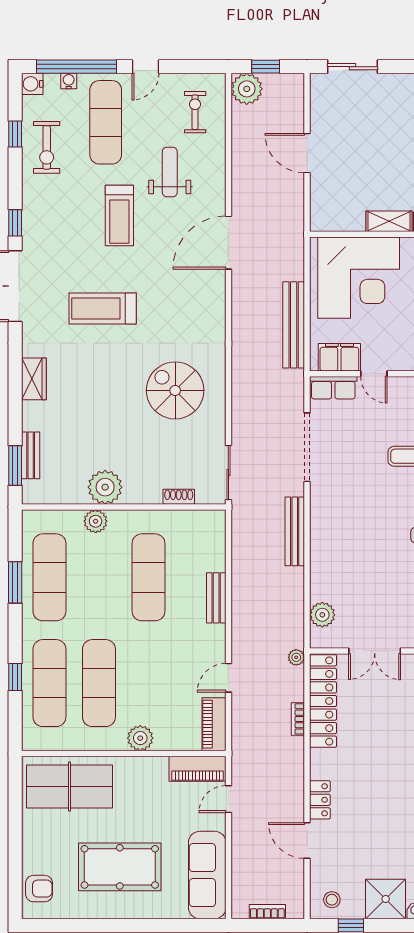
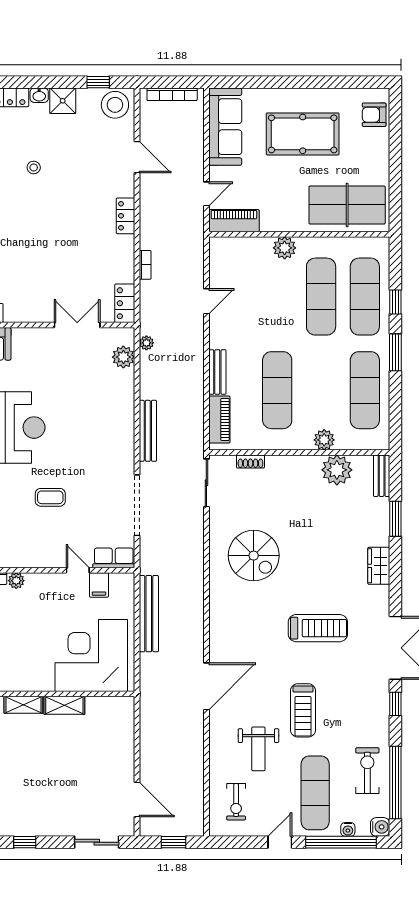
plant: (247, 89) -> (190, 822), removed
window: (15, 134) -> (395, 782), width x3.17
door: (307, 153) -> (137, 800), moved
treadmill: (119, 216) -> (303, 710), turned 180
filing cabinet: (339, 357) -> (99, 585), width x0.50
bench: (31, 455) -> (382, 476), moved
window: (15, 466) -> (395, 519), moved
plant: (105, 487) -> (337, 470), moved
window: (15, 582) -> (395, 352), moved
plant: (296, 657) -> (146, 343), moved
locker: (323, 701) -> (125, 303), width x0.46, depth x0.83
piano: (214, 724) -> (219, 420), moved
locker: (320, 800) -> (126, 216), moved
shower: (386, 899) -> (63, 101), width x0.73, depth x0.73
stool: (332, 900) -> (115, 105), width x1.89, depth x1.89
bookcase: (267, 912) -> (172, 94), width x1.56

